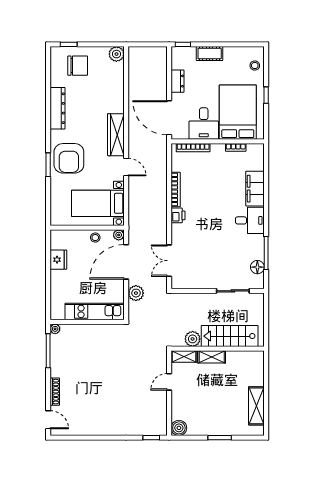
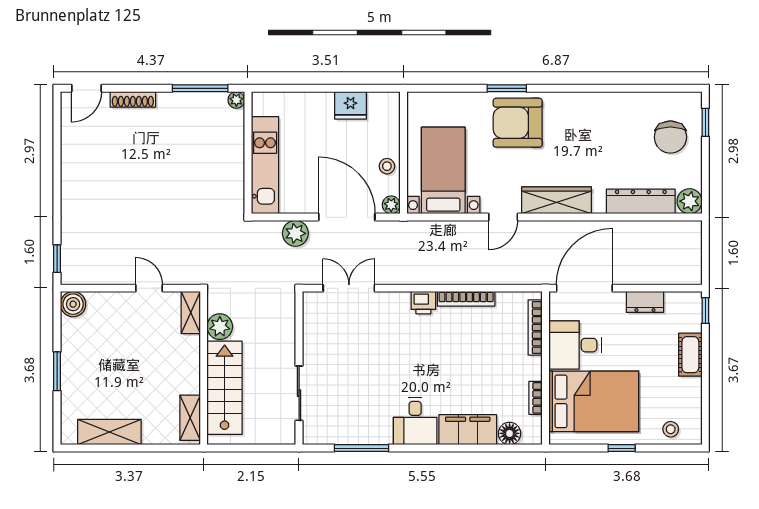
dresser: (57, 108) -> (641, 201), moved, turned 180
floor lamp: (257, 267) -> (510, 433), moved
shelving: (212, 357) -> (190, 418), moved

